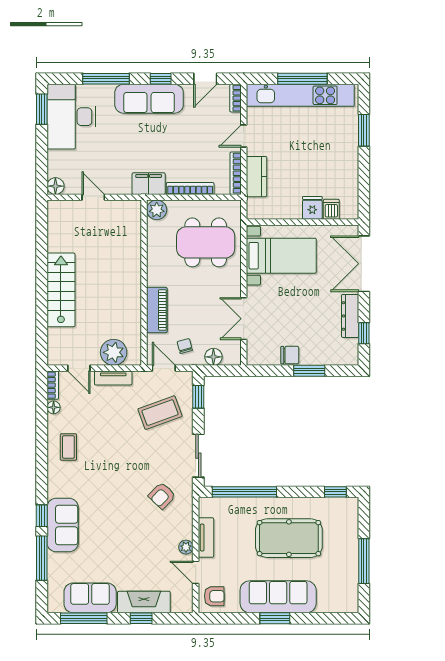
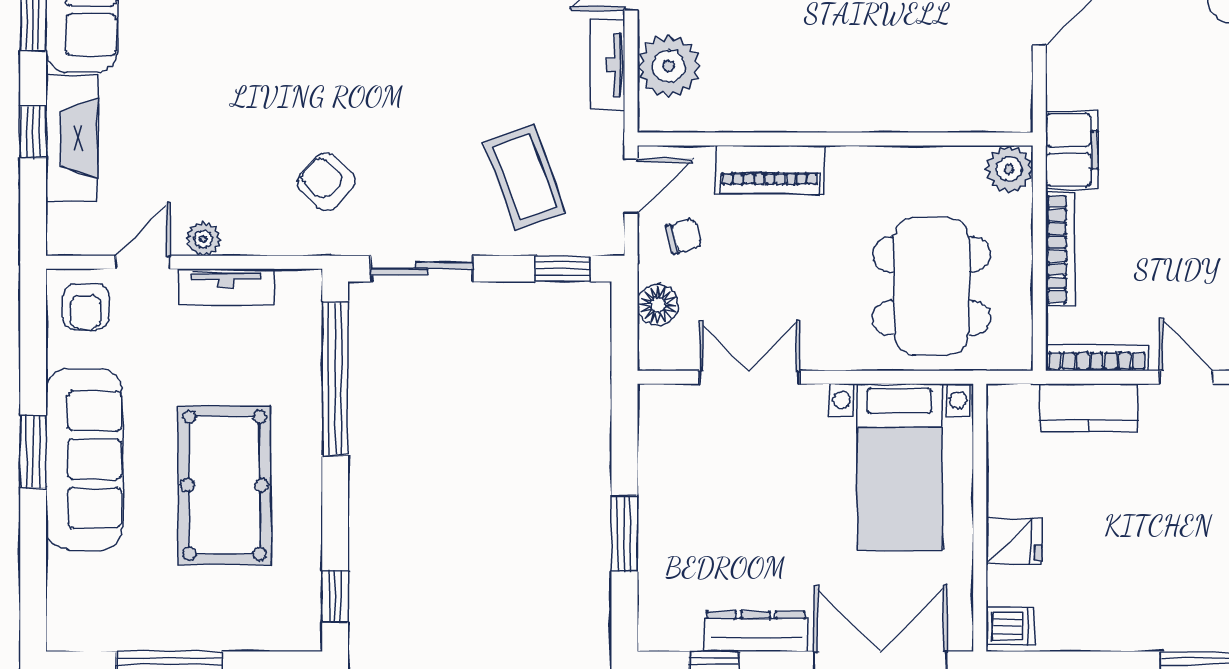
dishwasher: (331, 209) -> (1010, 626), moved
chair: (290, 355) -> (662, 487), removed

